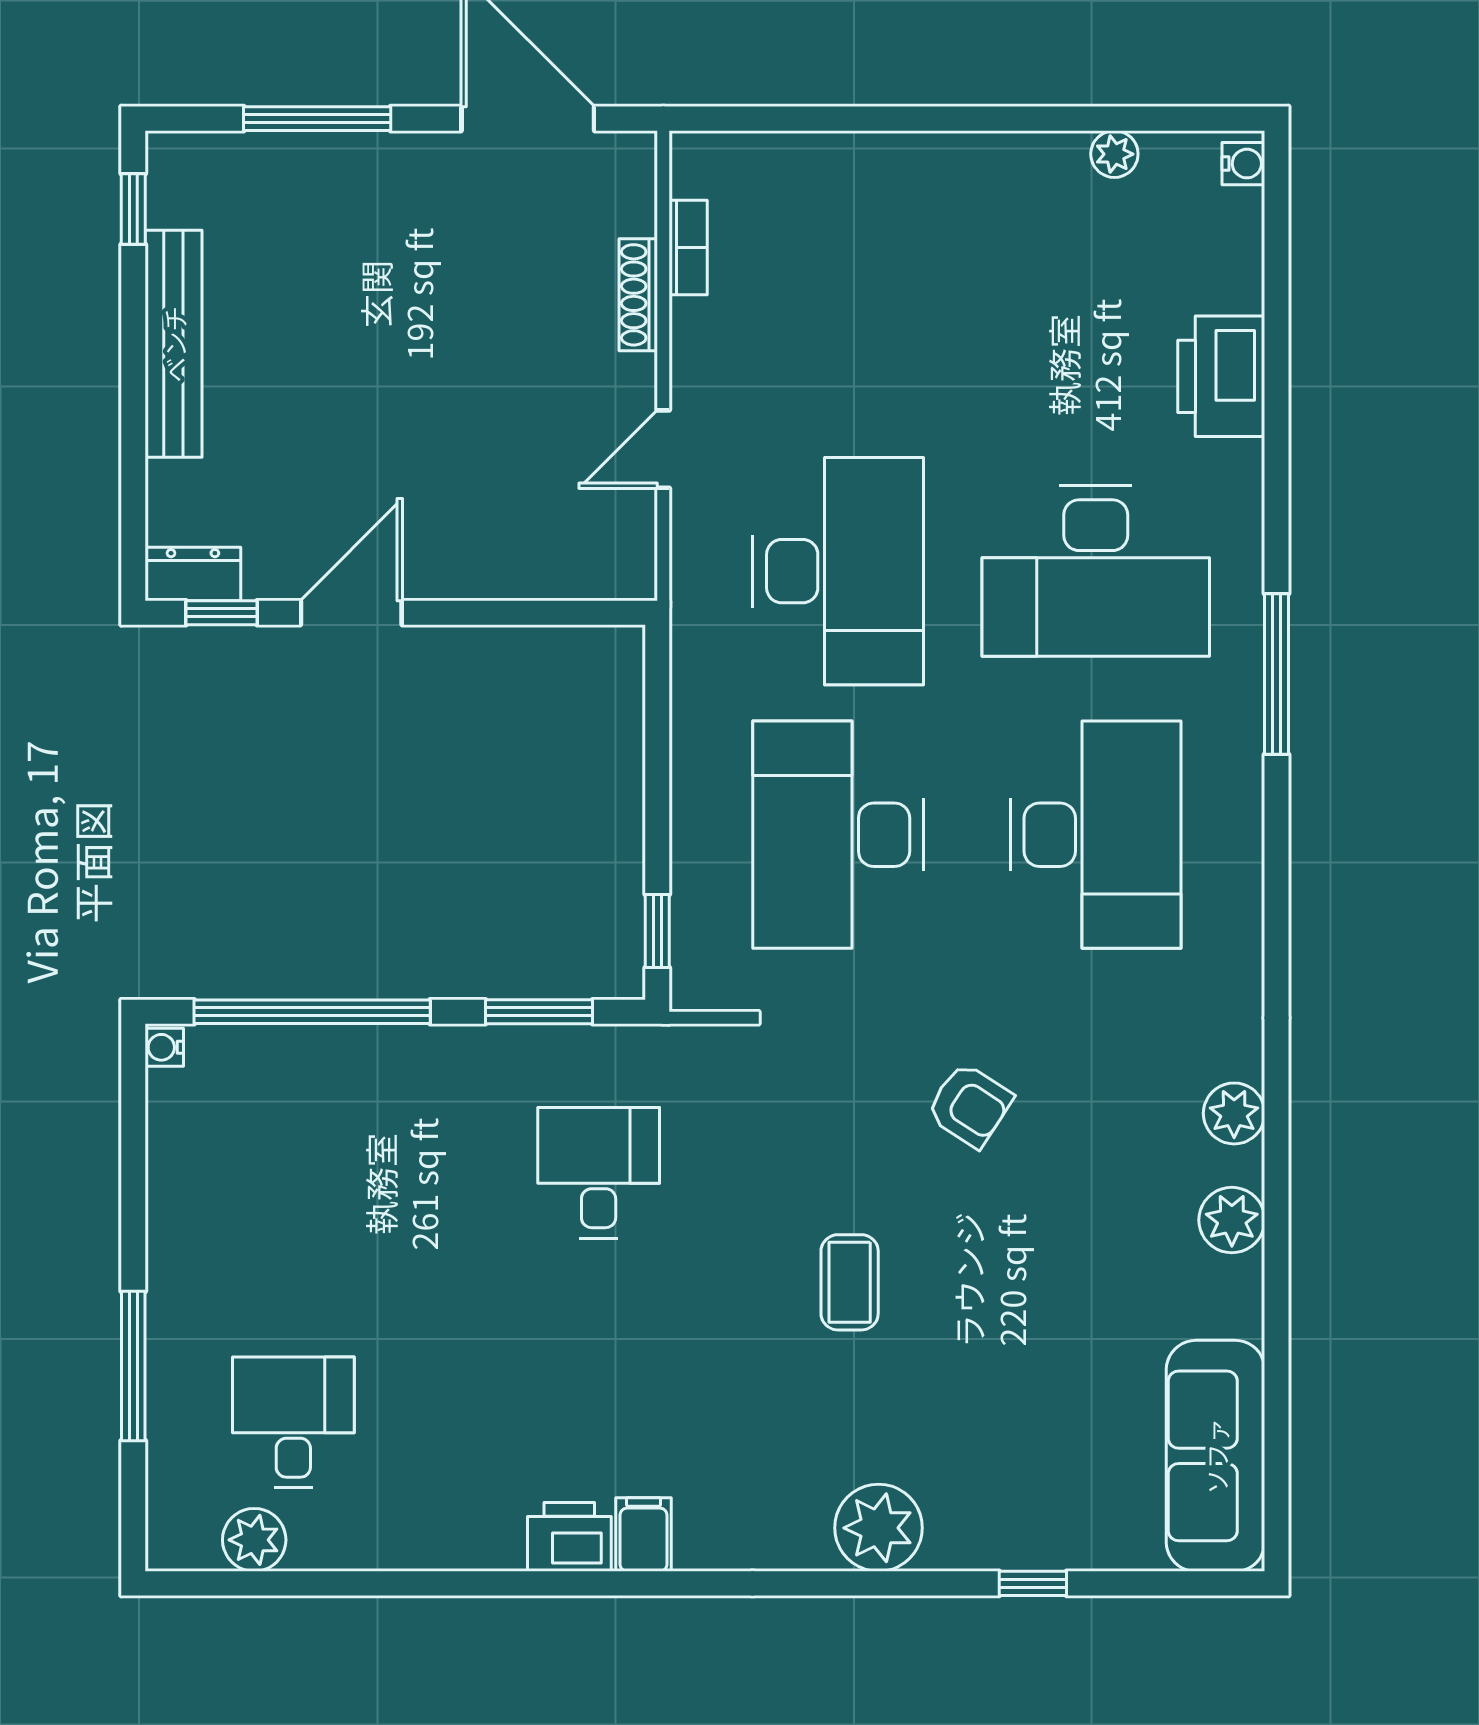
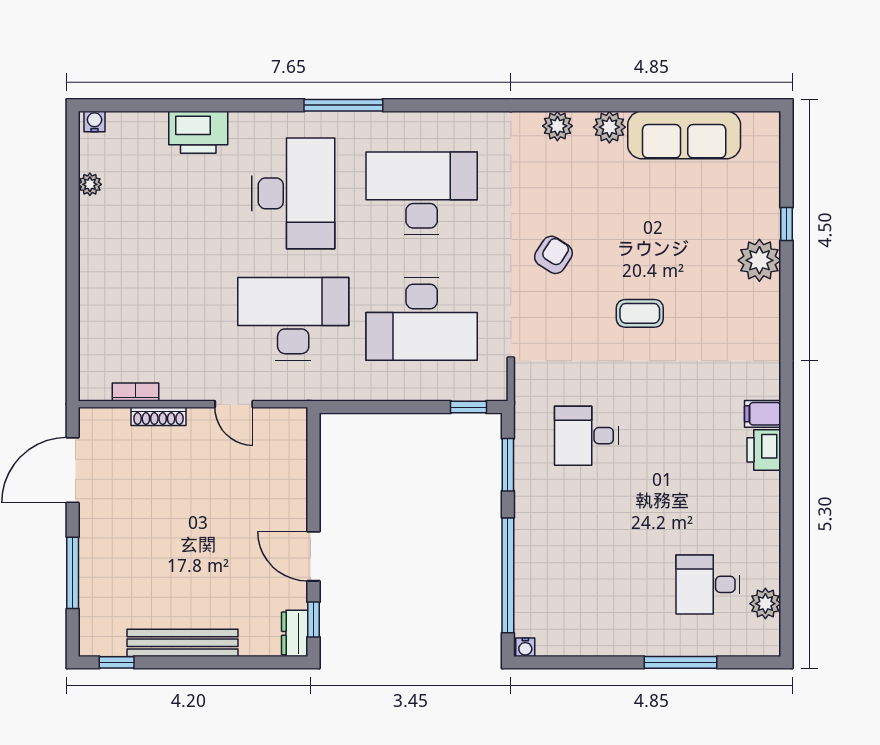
sofa: (1216, 1456) -> (684, 135), moved
plant: (879, 1528) -> (759, 260), moved

